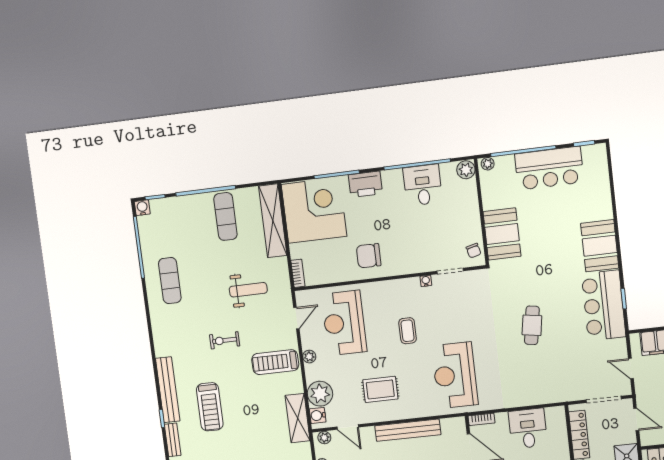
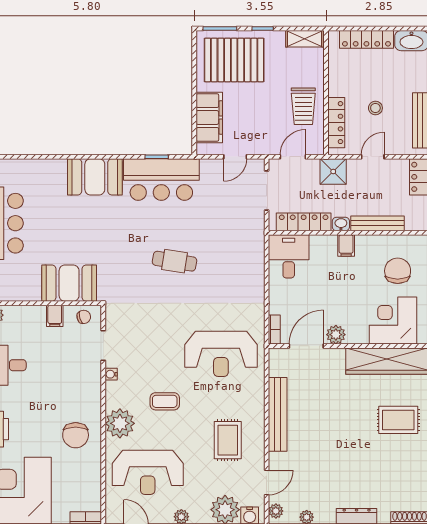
filing cabinet: (471, 225) -> (55, 316), added
plant: (384, 294) -> (120, 423), added
desk: (528, 428) -> (289, 256), moved, turned 90

